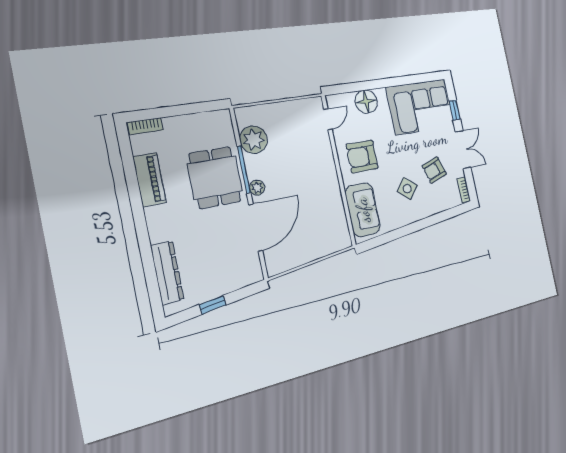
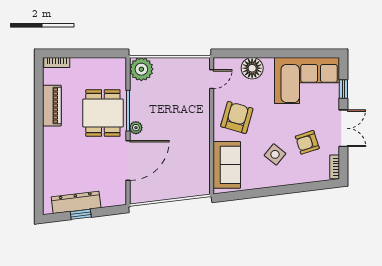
plant: (254, 140) -> (141, 69), moved
armchair: (362, 156) -> (237, 117), turned 106
dresser: (167, 273) -> (76, 202), moved, turned -97

